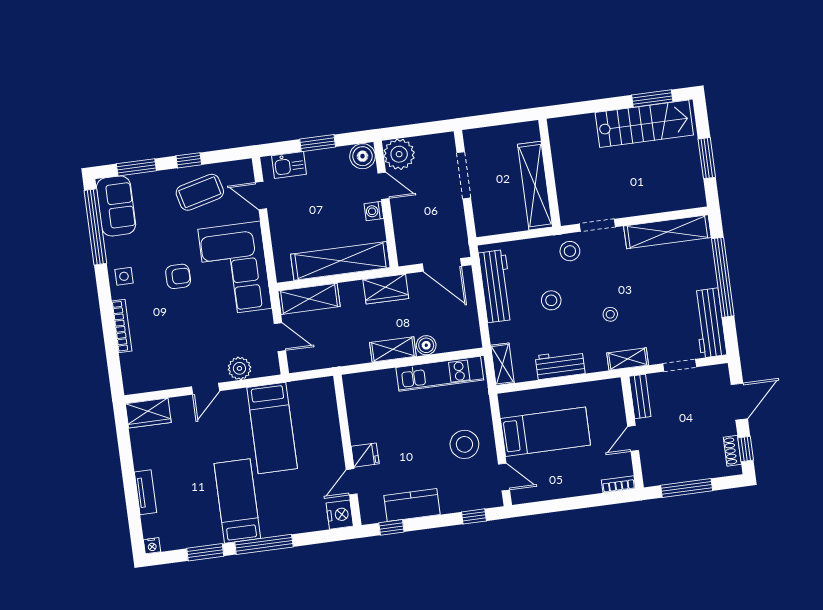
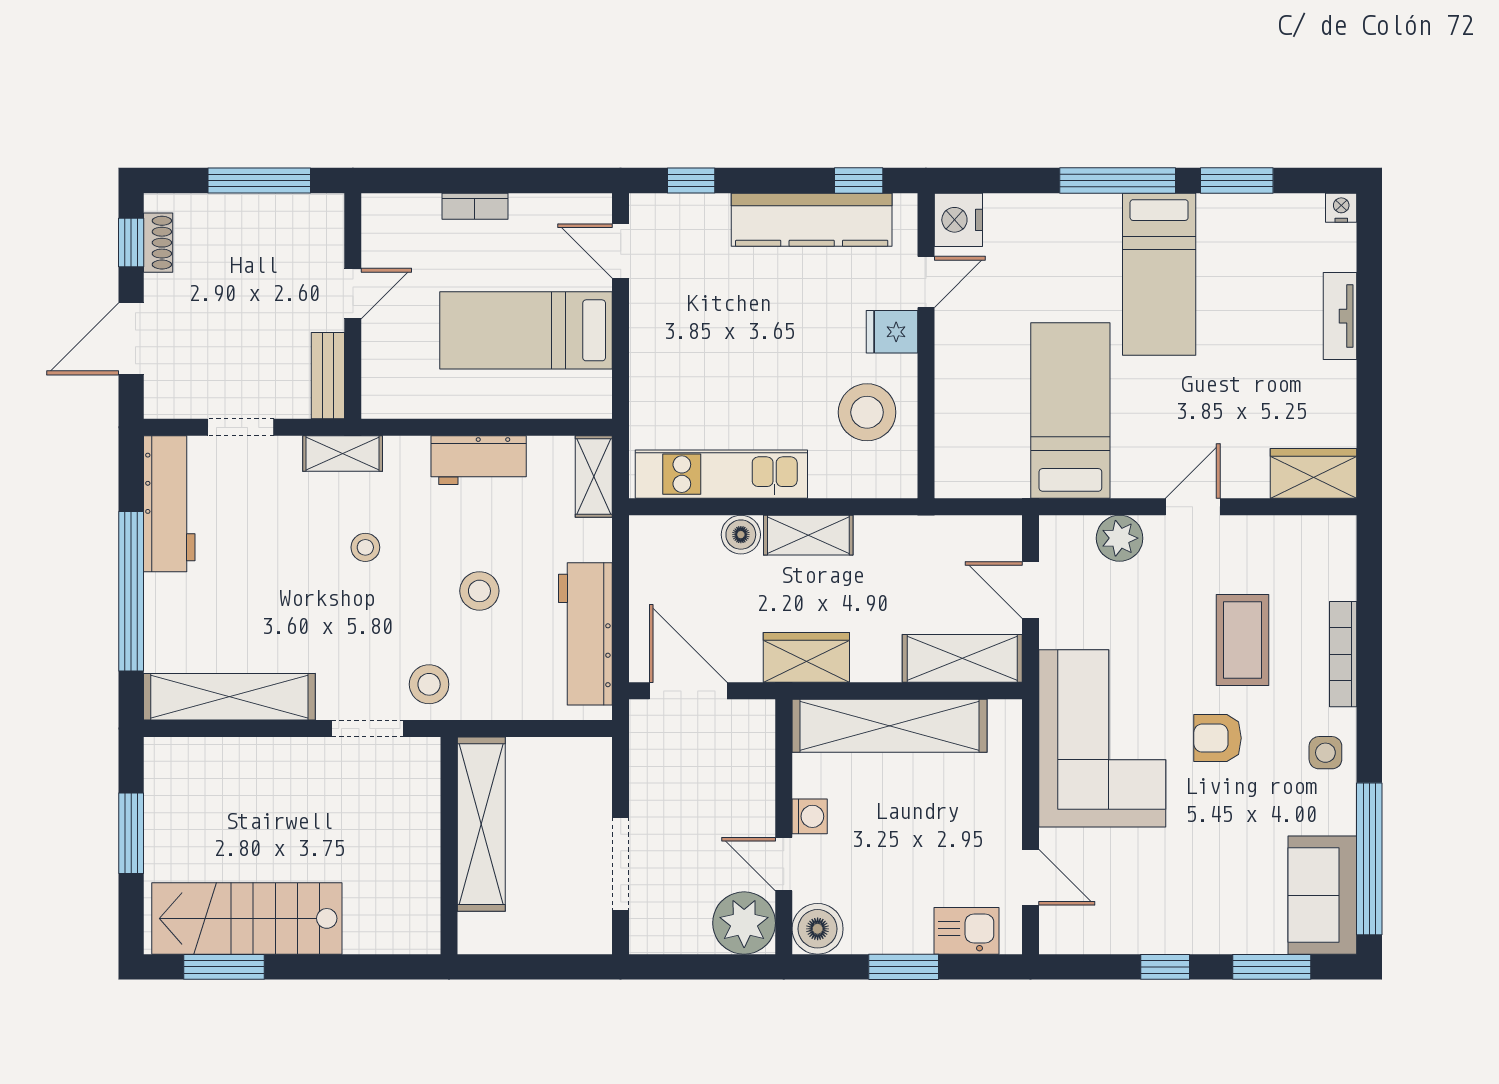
coffee table: (200, 192) -> (1243, 640), moved, turned -76
stool: (464, 444) -> (867, 412), moved
bookcase: (618, 484) -> (475, 206), moved
kitchen counter: (412, 505) -> (812, 220), width x1.50

